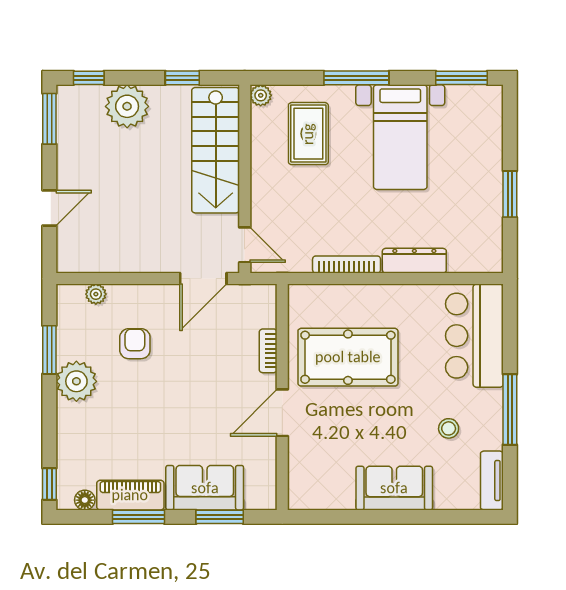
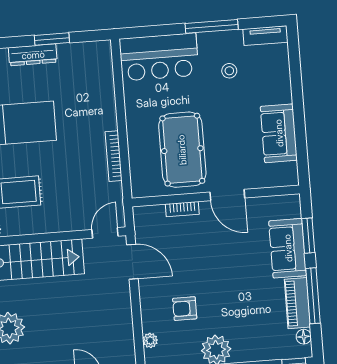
dresser: (414, 261) -> (33, 55), moved, turned -90
sofa: (394, 488) -> (279, 133), moved
window: (139, 517) -> (313, 296), width x1.44

